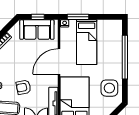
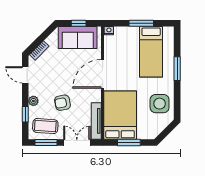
window: (78, 17) -> (141, 23), moved
bed: (87, 42) -> (151, 52), moved
window: (125, 57) -> (177, 69), width x0.47

